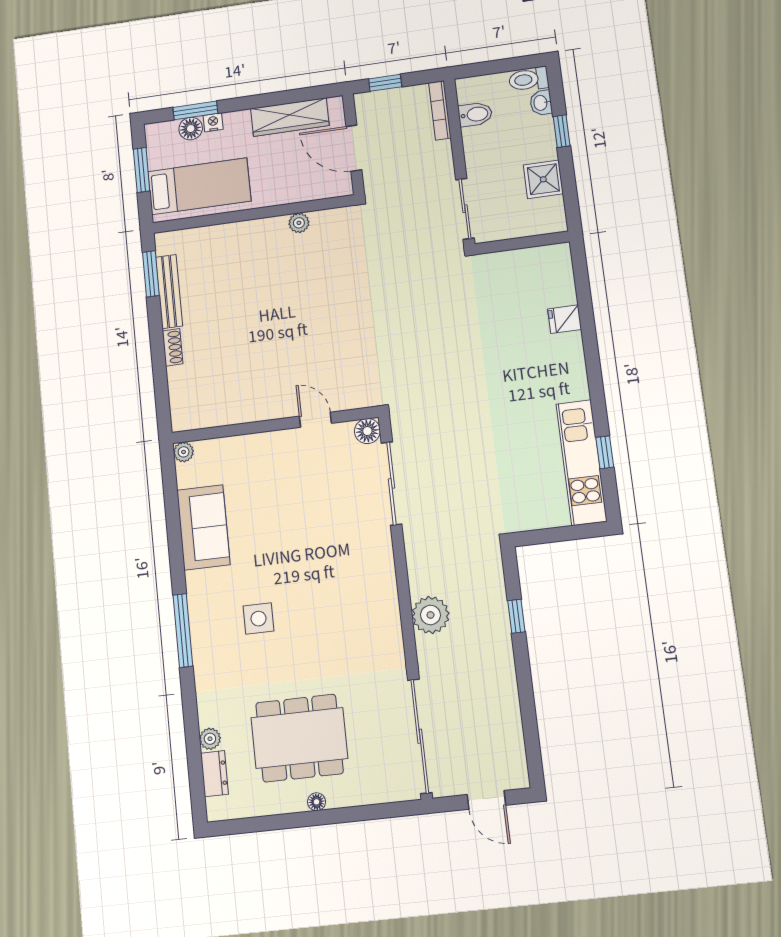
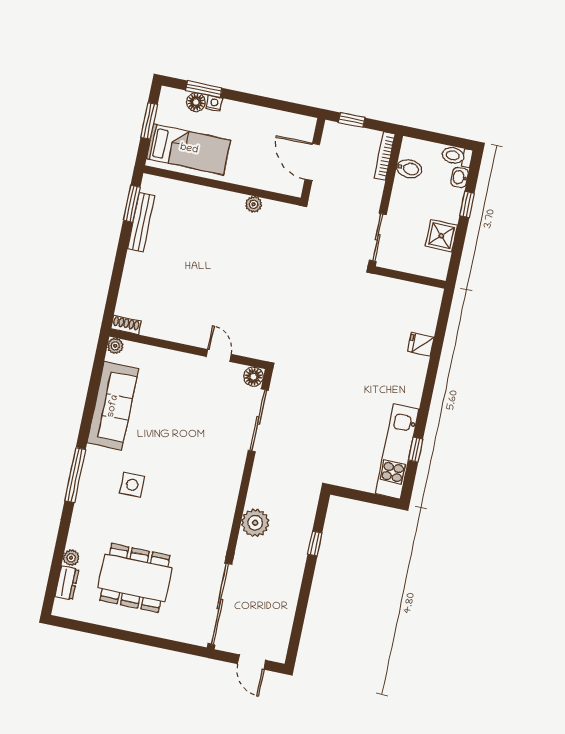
wardrobe: (290, 117) -> (273, 120), removed
shoe rack: (173, 347) -> (126, 325), moved, turned -90
sofa: (203, 527) -> (113, 406), width x1.36
floor lamp: (317, 802) -> (133, 625), removed

